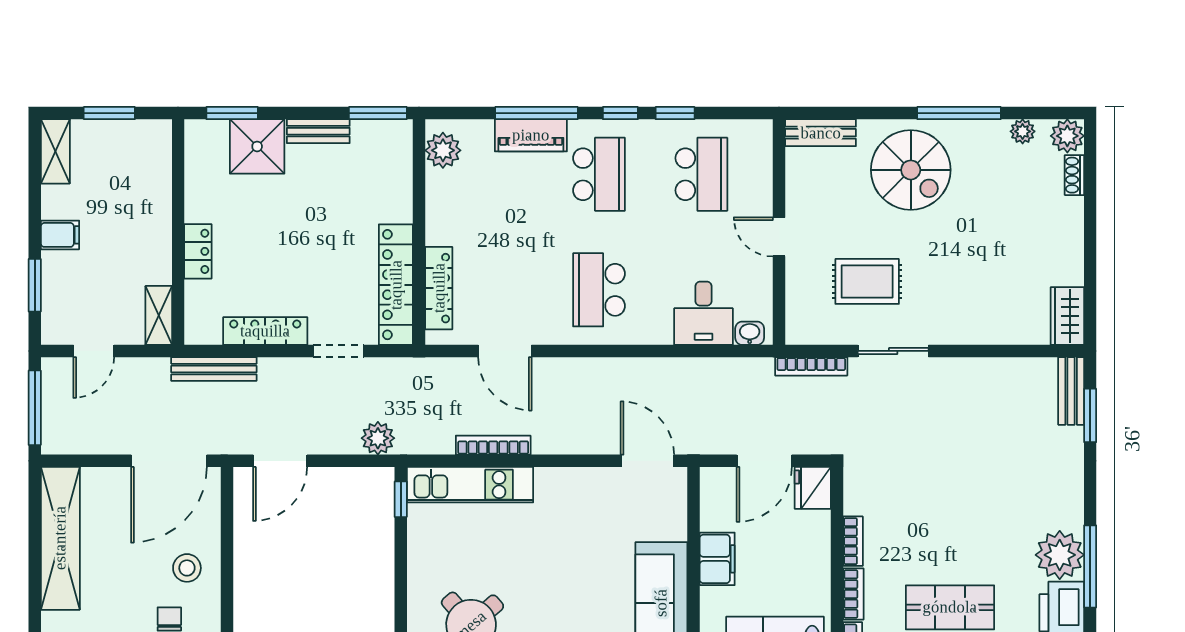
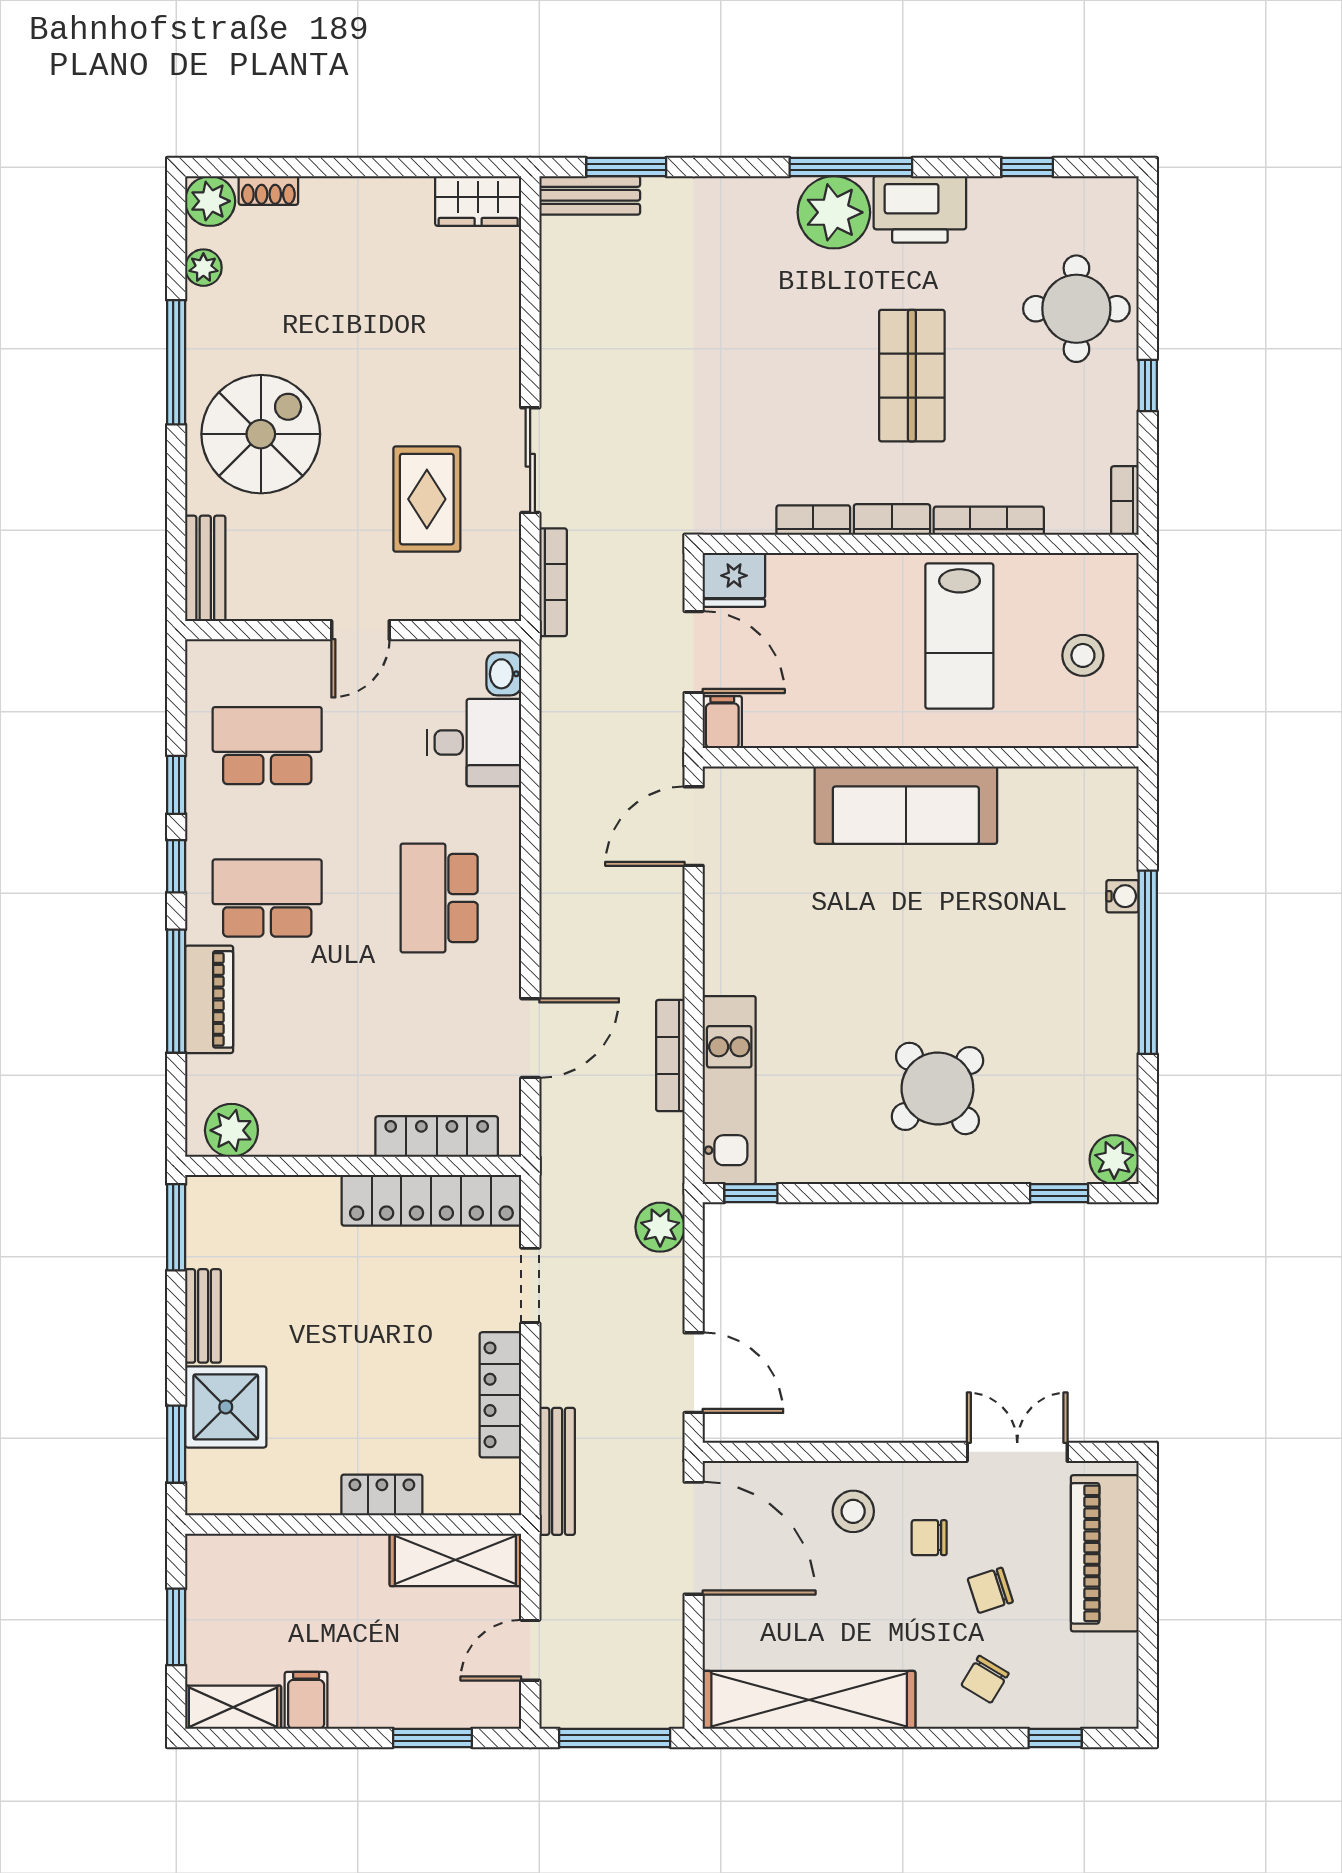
filing cabinet: (60, 235) -> (306, 1700), moved
school desk: (599, 290) -> (439, 898), turned 90
shelving: (159, 315) -> (455, 1560), width x1.50, depth x1.33
door: (94, 351) -> (530, 1650), swing flipped
filing cabinet: (717, 559) -> (722, 722), moved, width x0.50

